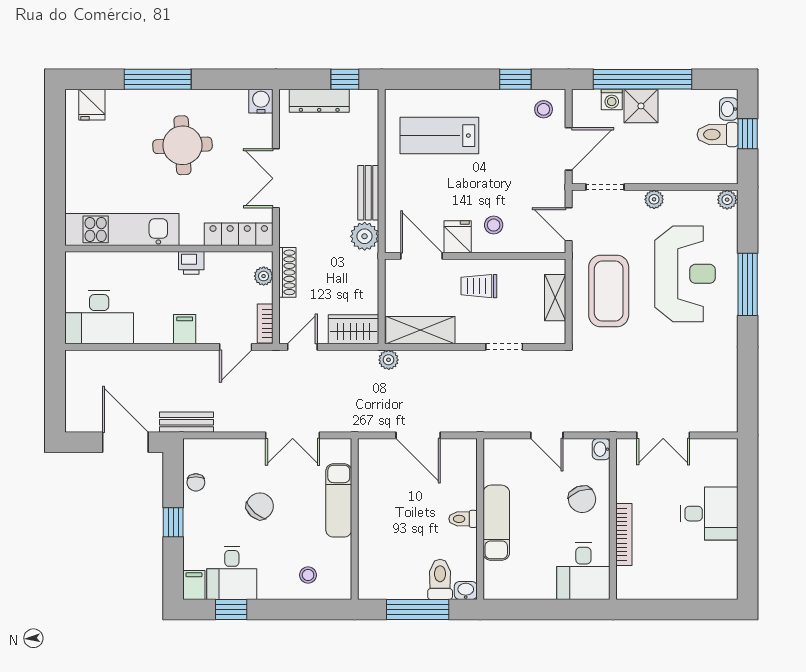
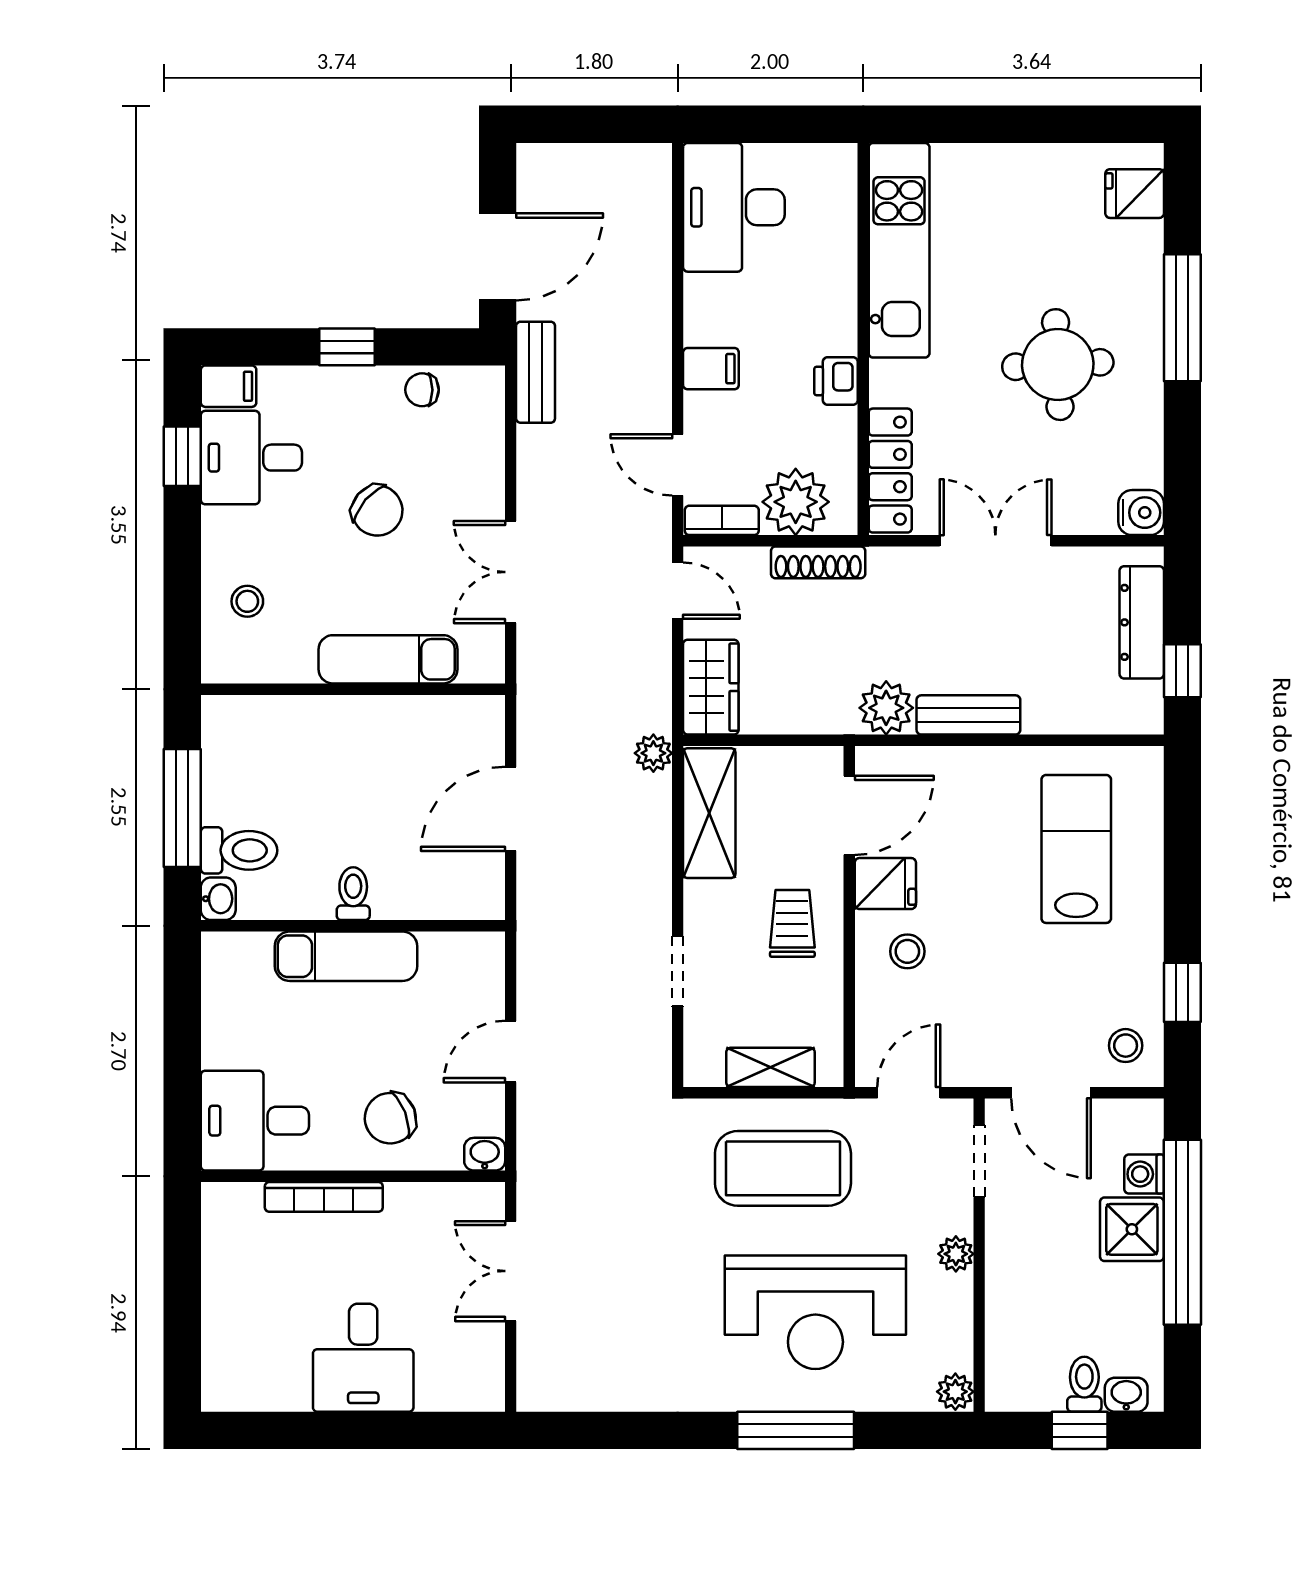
toilet: (718, 135) -> (1084, 1384), width x0.73, depth x0.72
plant: (264, 276) -> (796, 502), width x1.87, depth x1.87

